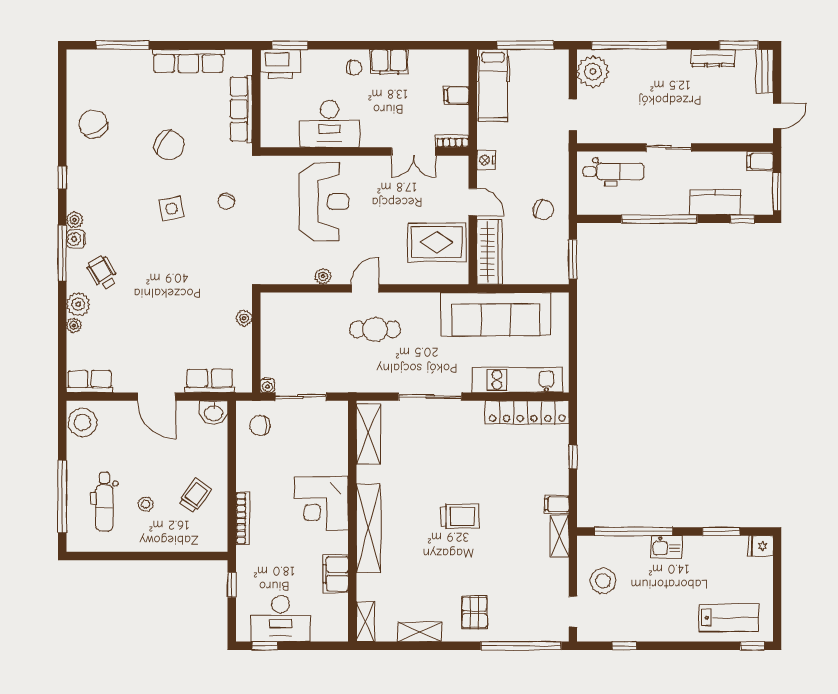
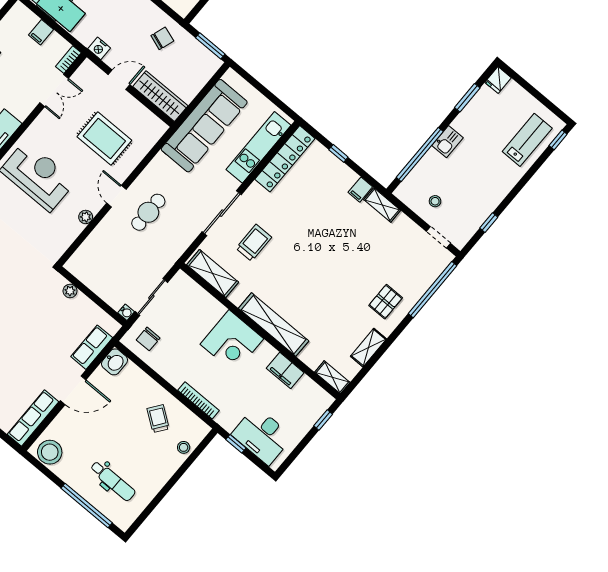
rug: (437, 242) -> (104, 139), moved, turned 90
row of seats: (90, 381) -> (33, 418), width x1.48
stool: (146, 504) -> (184, 447), moved
trolley: (460, 516) -> (254, 243), moved
stool: (603, 581) -> (435, 201), width x0.53, depth x0.53
pallet: (474, 612) -> (386, 302), turned 90
desk: (281, 619) -> (262, 436), moved, turned 90
window: (265, 646) -> (323, 420), moved

